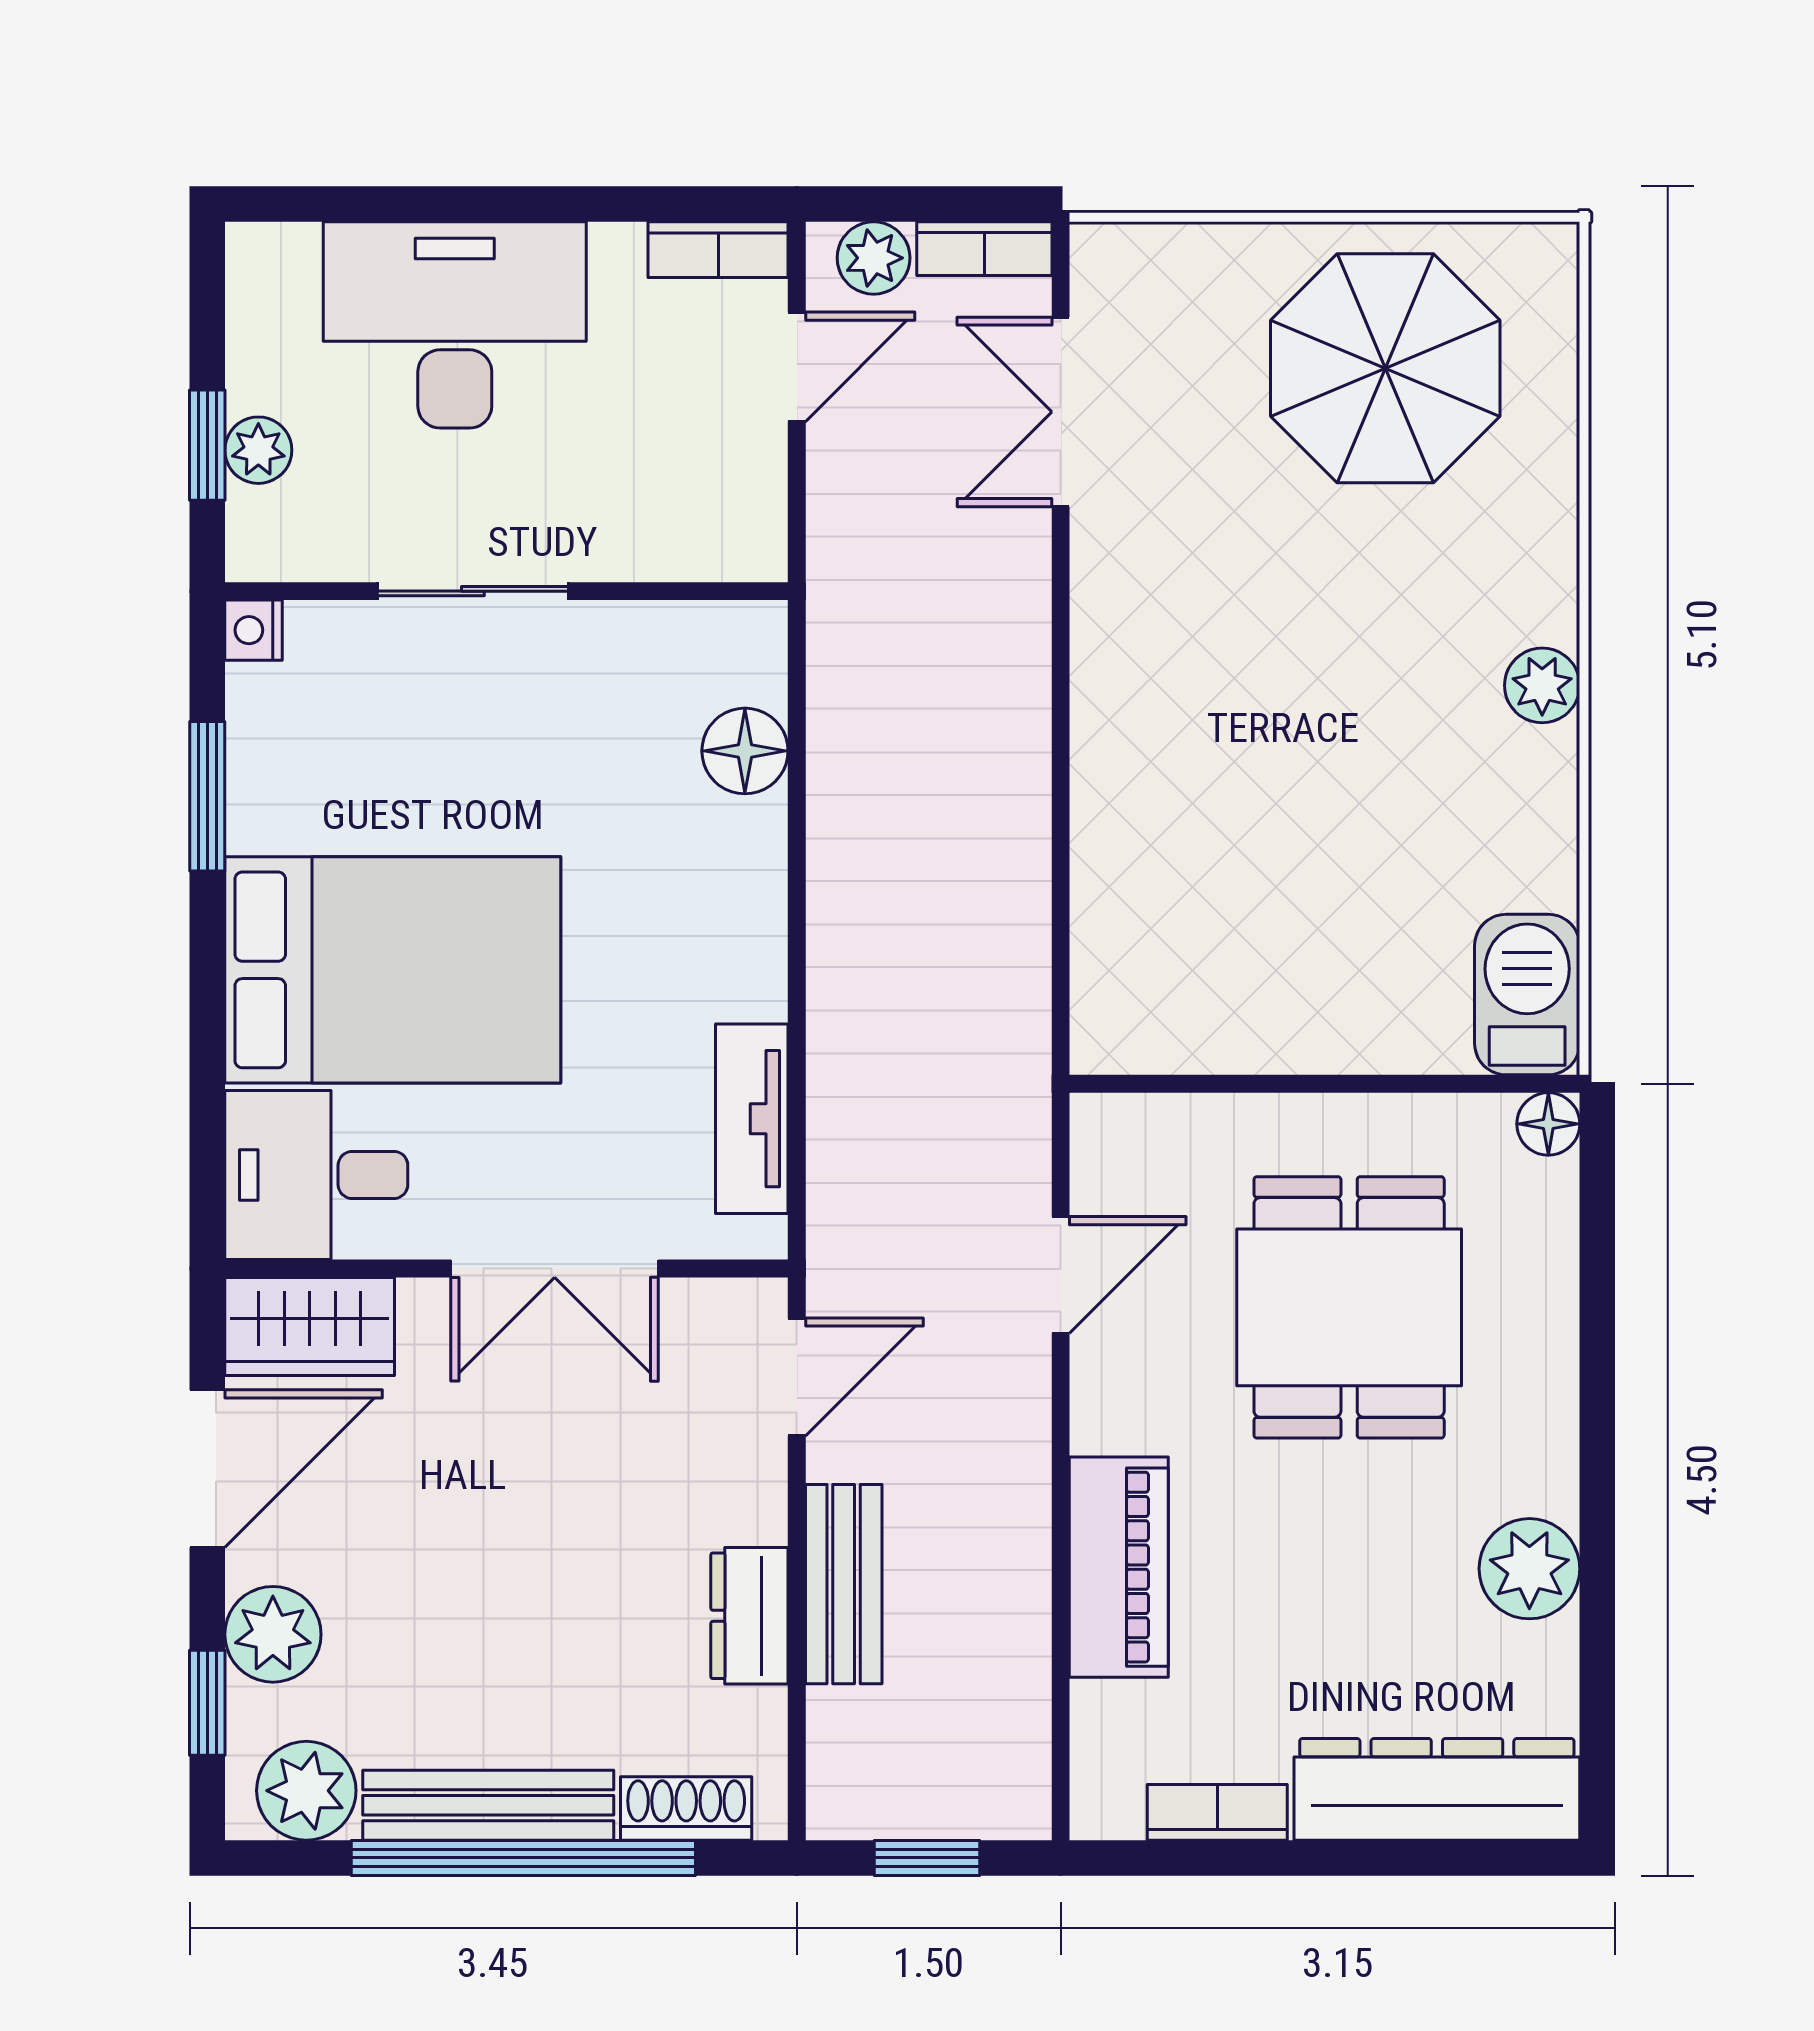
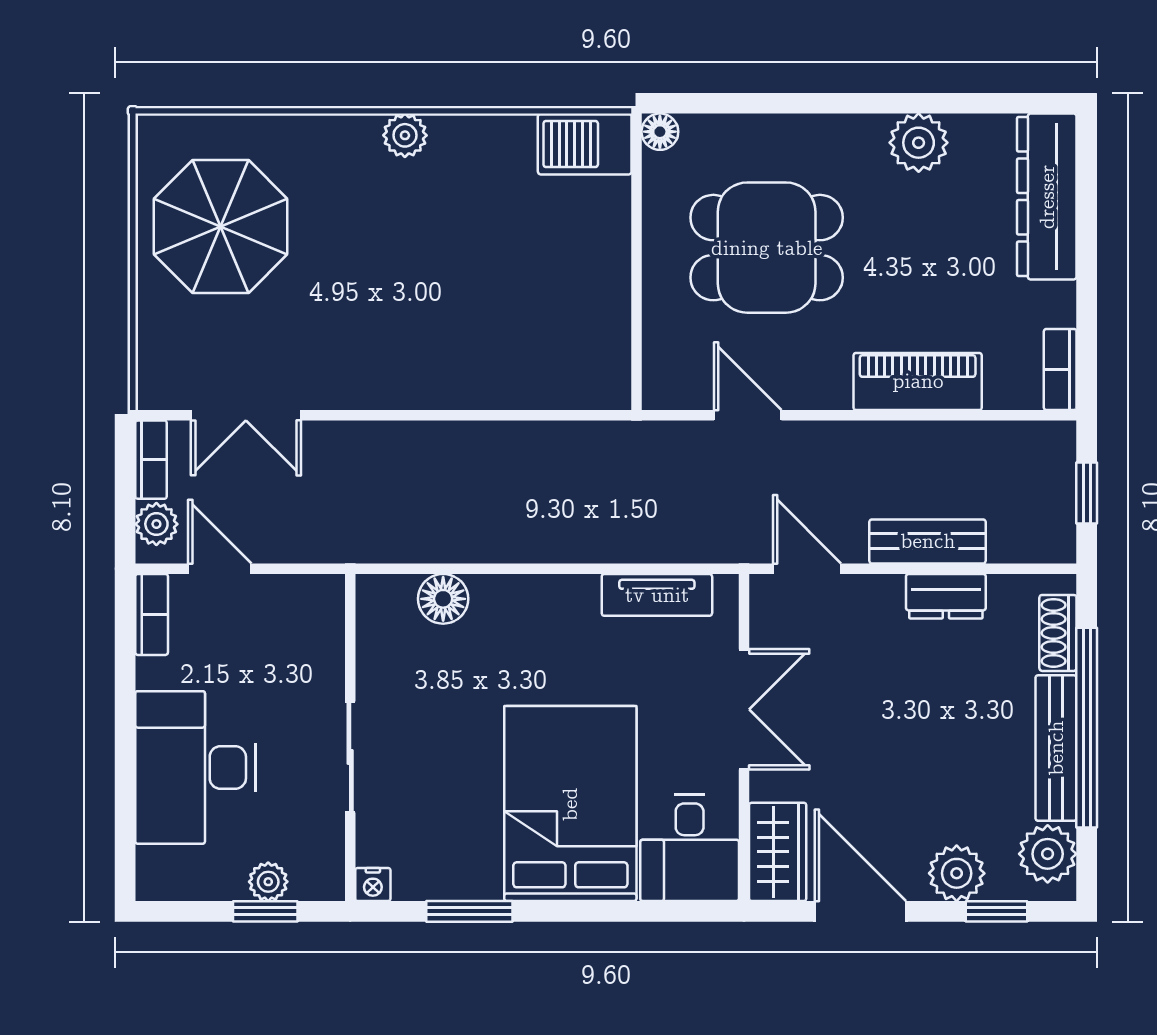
bookcase: (1217, 1812) -> (1060, 369), moved

